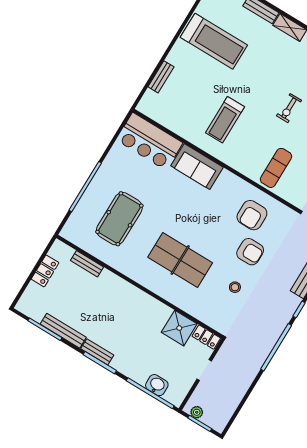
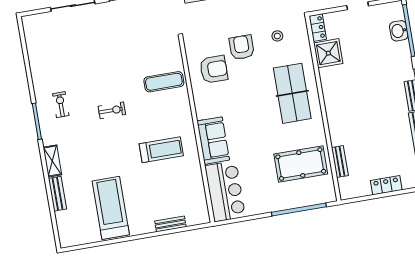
bench: (87, 264) -> (340, 162), moved
wall: (140, 287) -> (323, 109), moved
shower: (179, 328) -> (328, 53), moved
locker: (206, 337) -> (318, 28), moved

